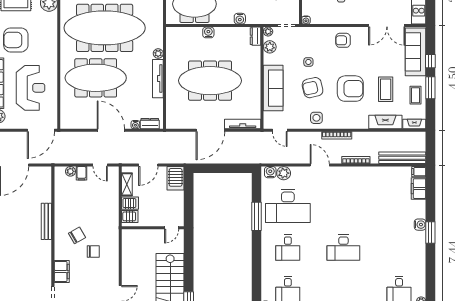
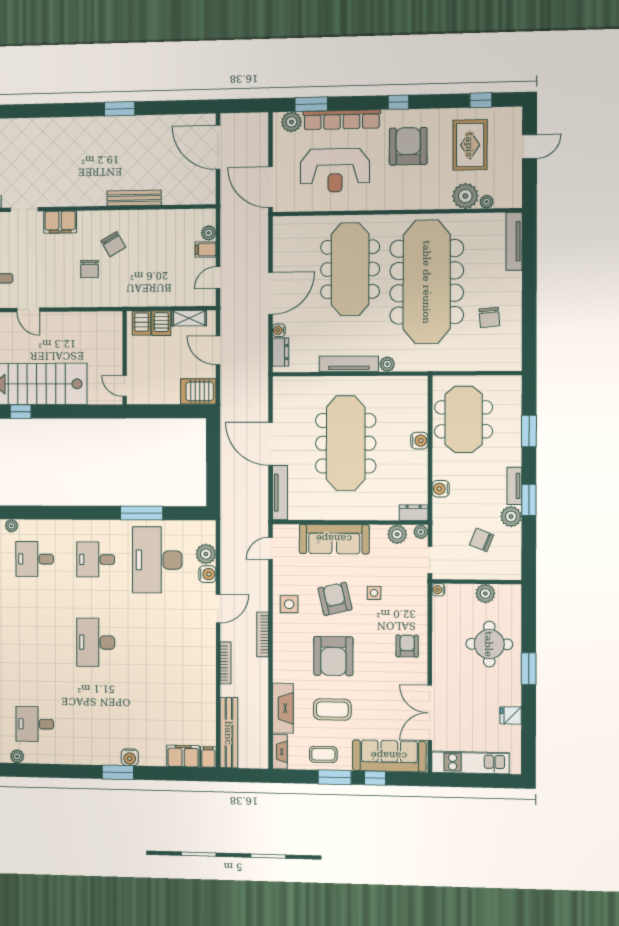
water cooler: (270, 172) -> (207, 574), moved

